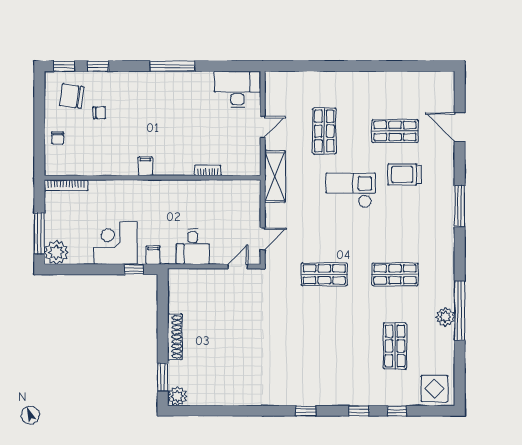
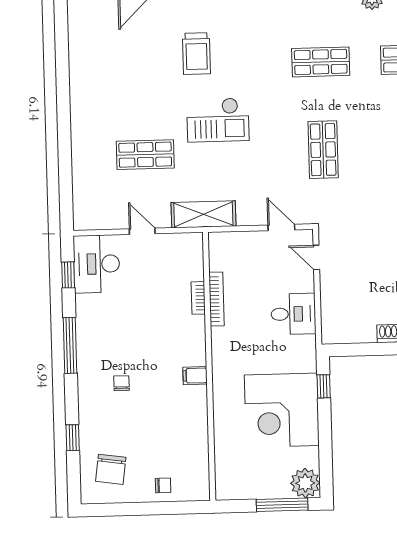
window: (64, 66) -> (68, 275), moved
chair: (99, 113) -> (122, 383), moved
shop shelf: (395, 131) -> (143, 67), removed
bookcase: (66, 185) -> (217, 299), moved
checkout: (351, 190) -> (218, 120), turned -90
corner desk: (116, 243) -> (282, 410), width x1.36, depth x1.36
filing cabinet: (153, 255) -> (305, 363), removed
shop shelf: (395, 274) -> (321, 62), turned 90

